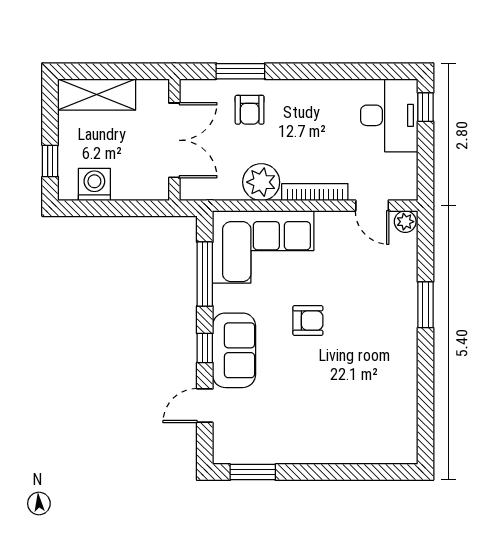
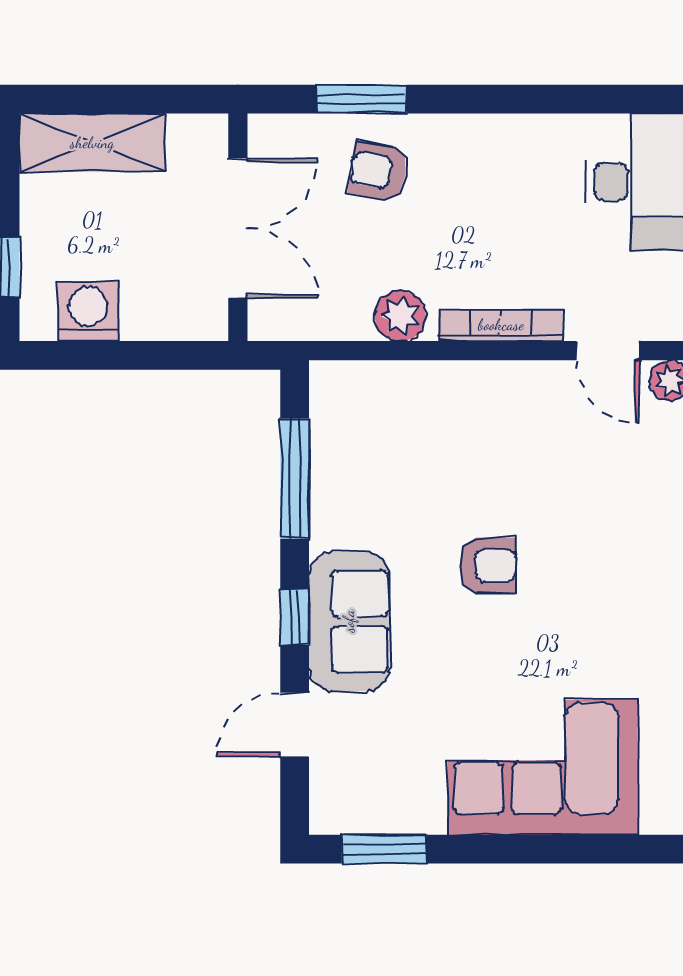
armchair: (250, 110) -> (379, 171), turned 100
plant: (261, 182) -> (400, 316), width x0.73, depth x0.73
corner sofa: (263, 247) -> (542, 767), moved, turned 180

